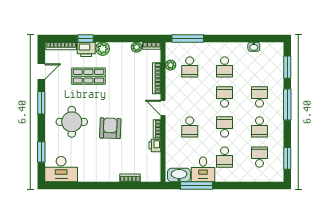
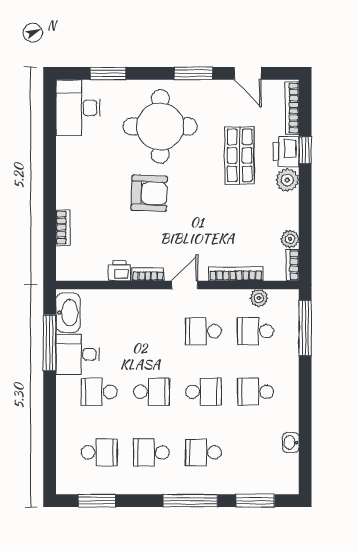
school desk: (259, 97) -> (203, 452), turned 180
round table: (72, 122) -> (160, 126), width x1.36, depth x1.36
school desk: (190, 127) -> (203, 331), moved

